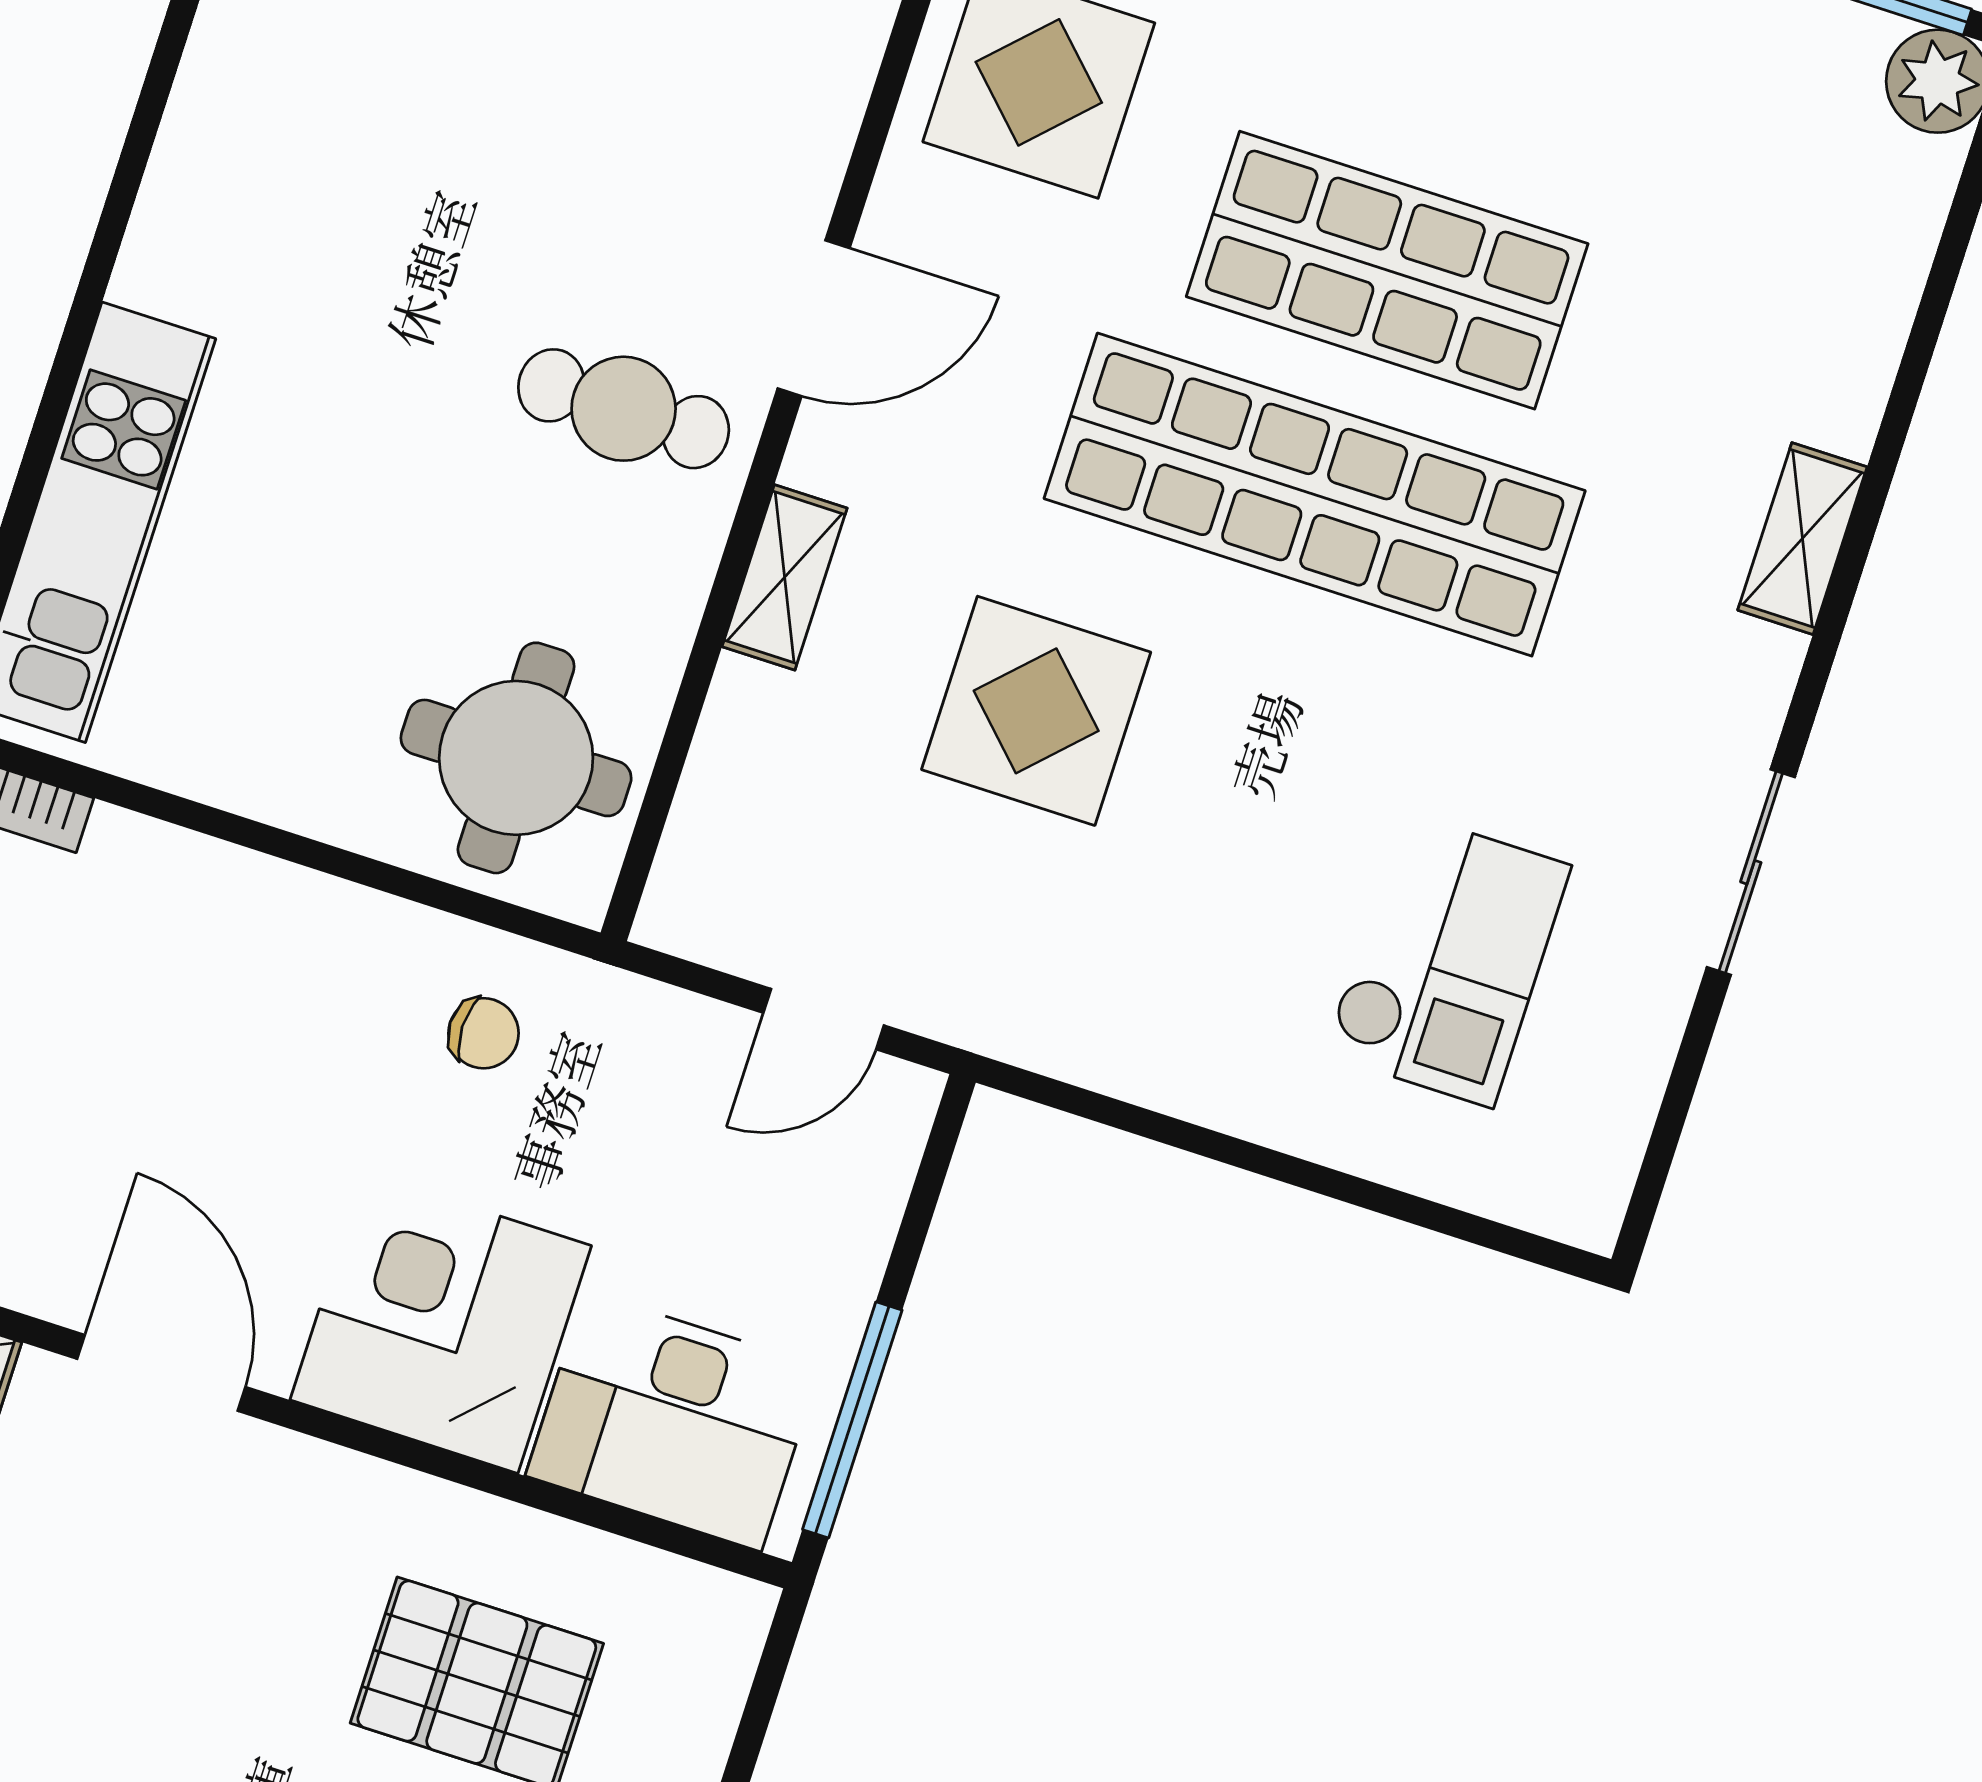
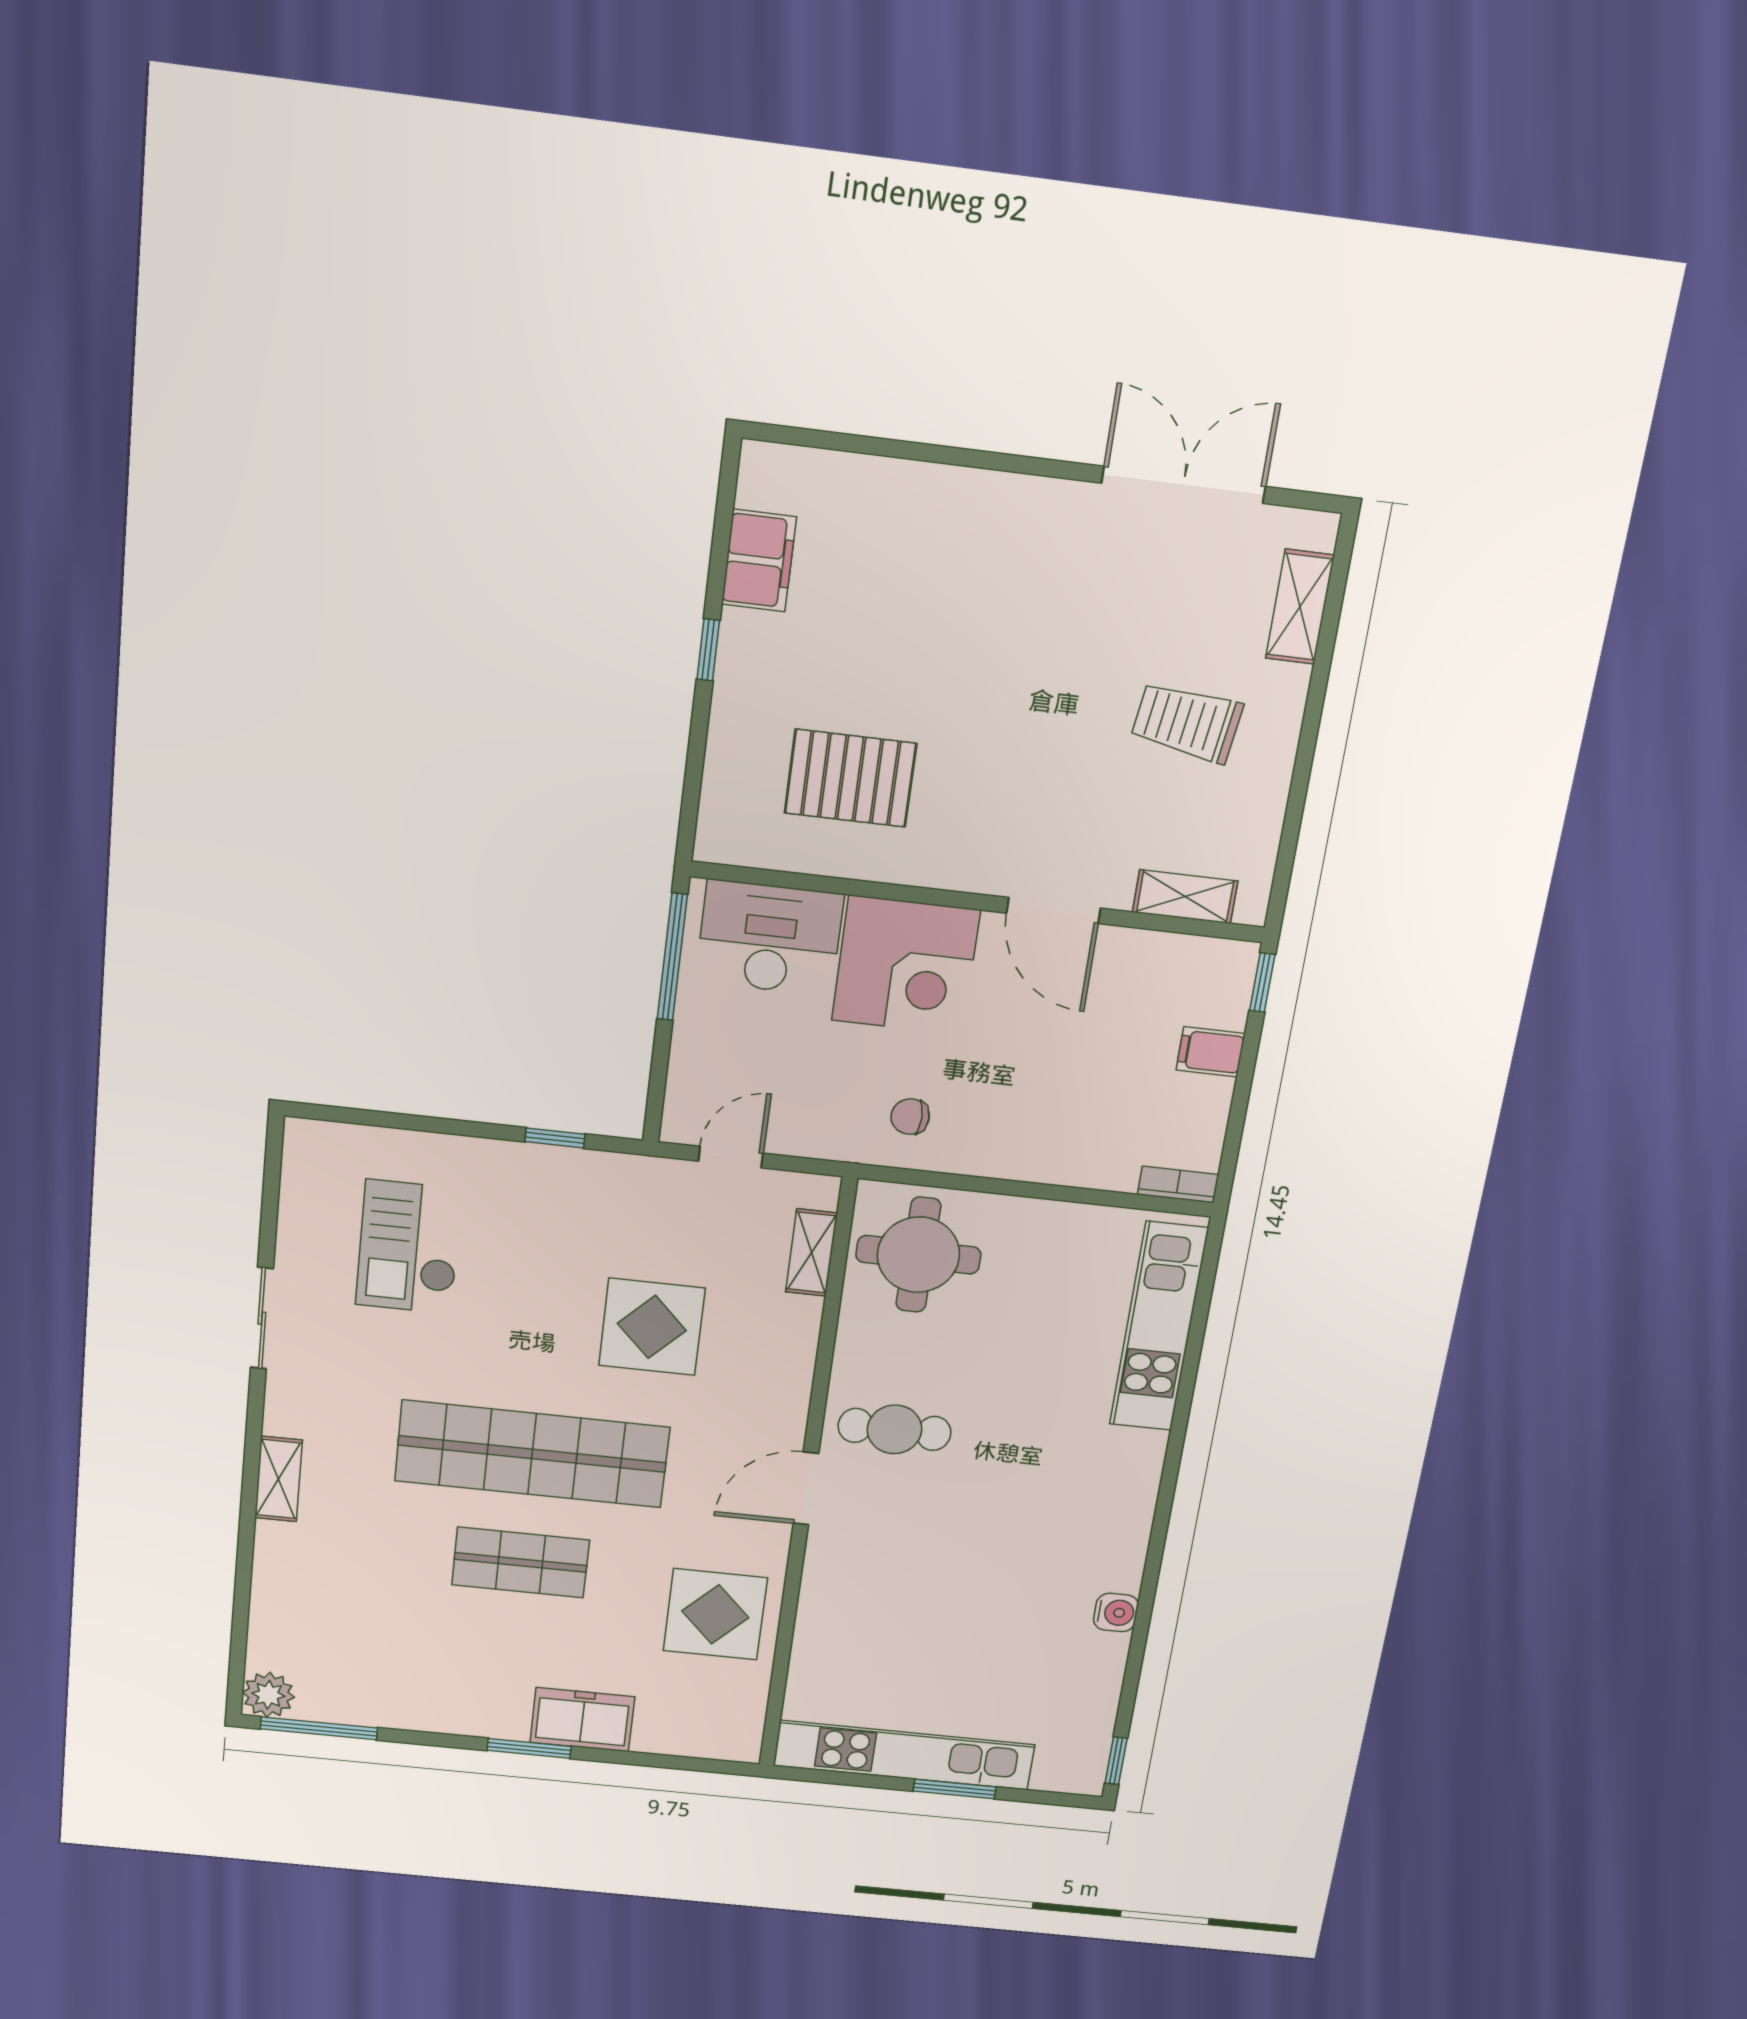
shop shelf: (1387, 270) -> (521, 1562), width x0.70, depth x0.74
shelving: (785, 577) -> (811, 1253), moved
window: (1134, 1119) -> (555, 1138), added

